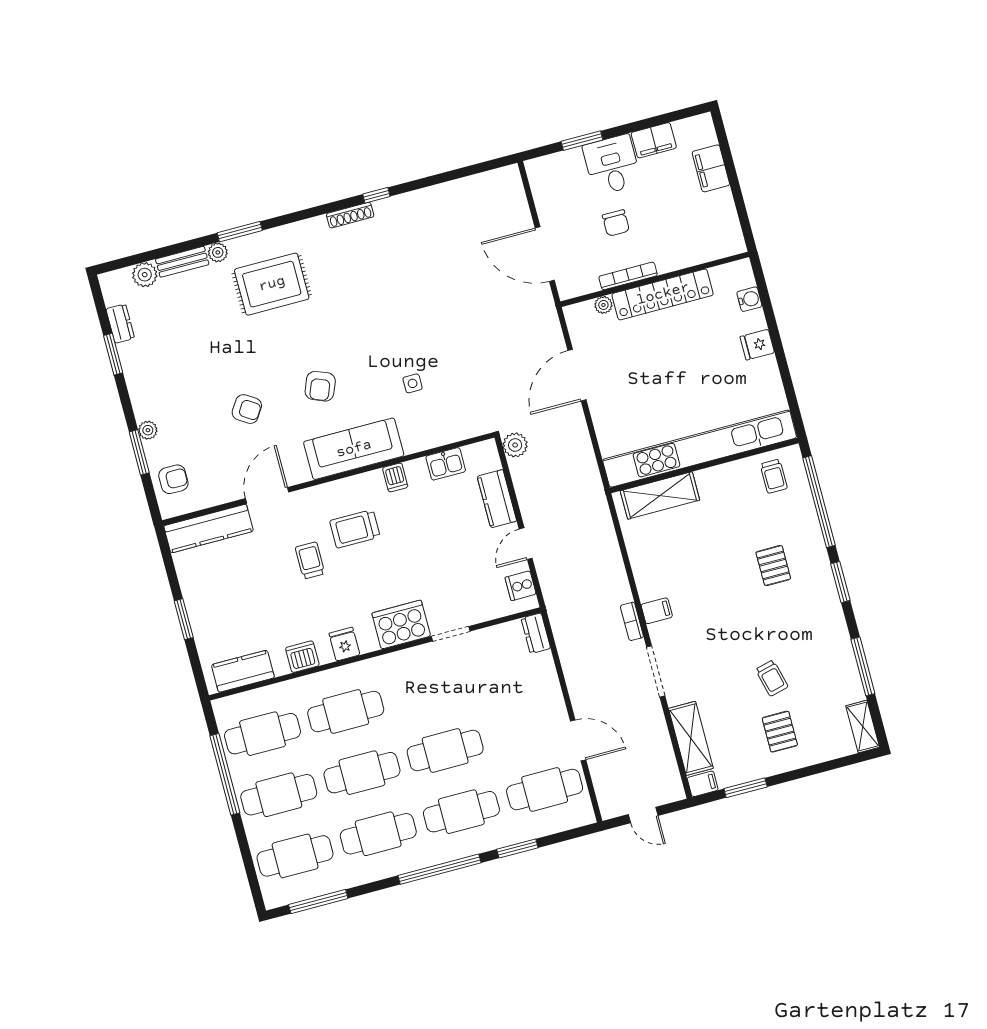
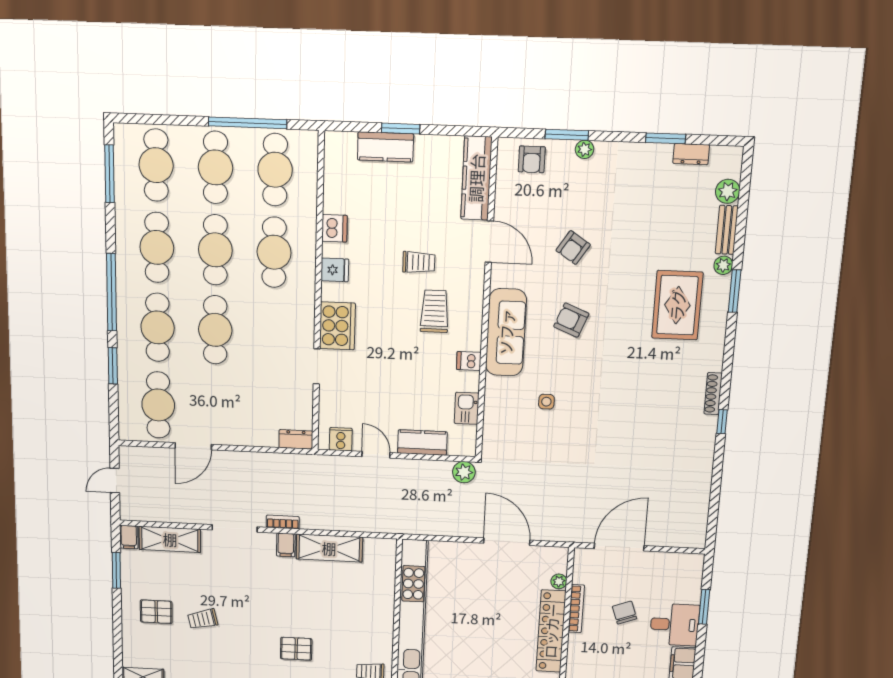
chair: (616, 223) -> (624, 613), turned 70
shelving: (660, 495) -> (329, 548), moved, turned 90
kitchen counter: (243, 671) -> (385, 147), moved, turned 90

